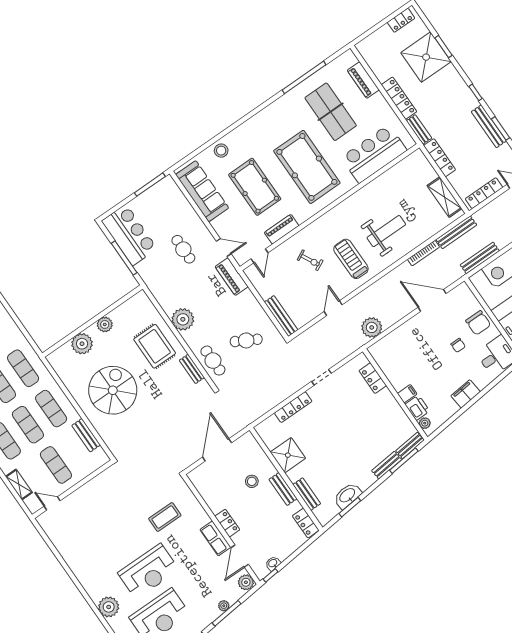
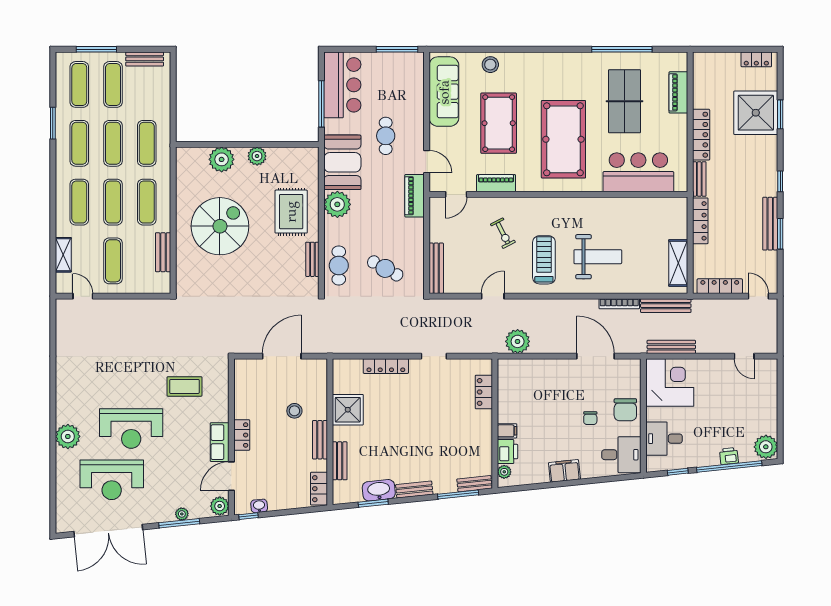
booth: (166, 288) -> (342, 162), added
bench: (387, 465) -> (414, 490), moved

